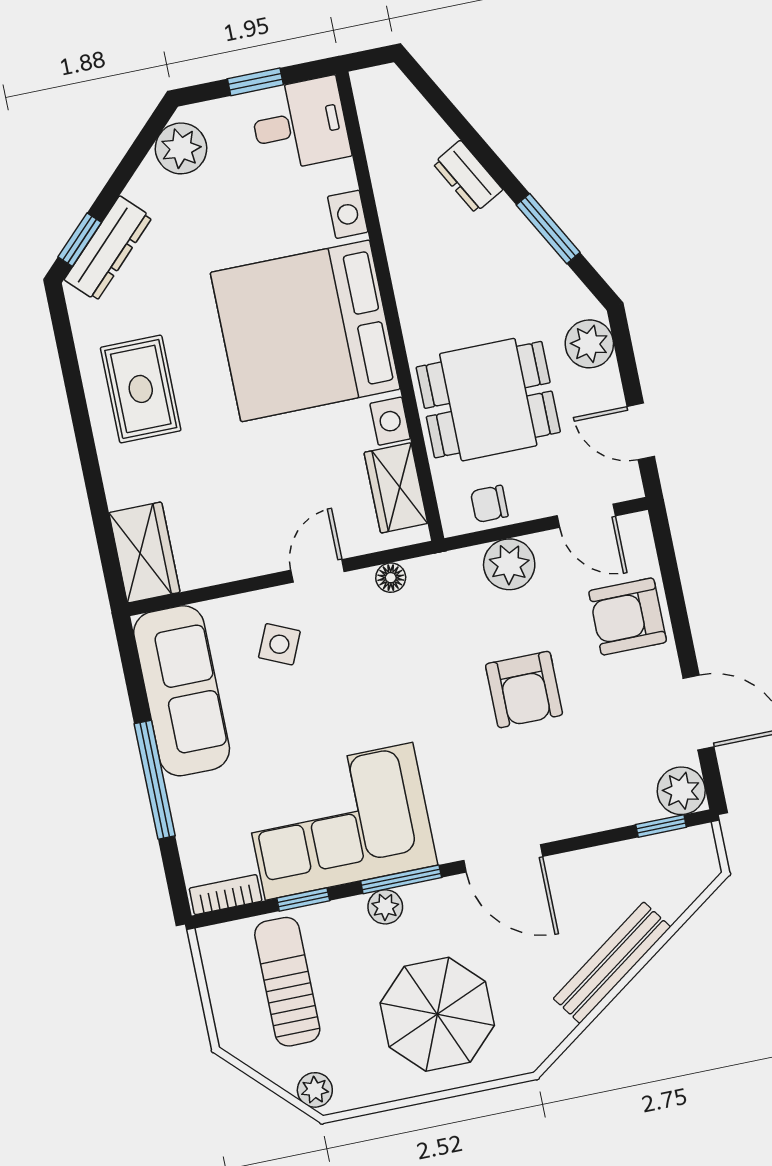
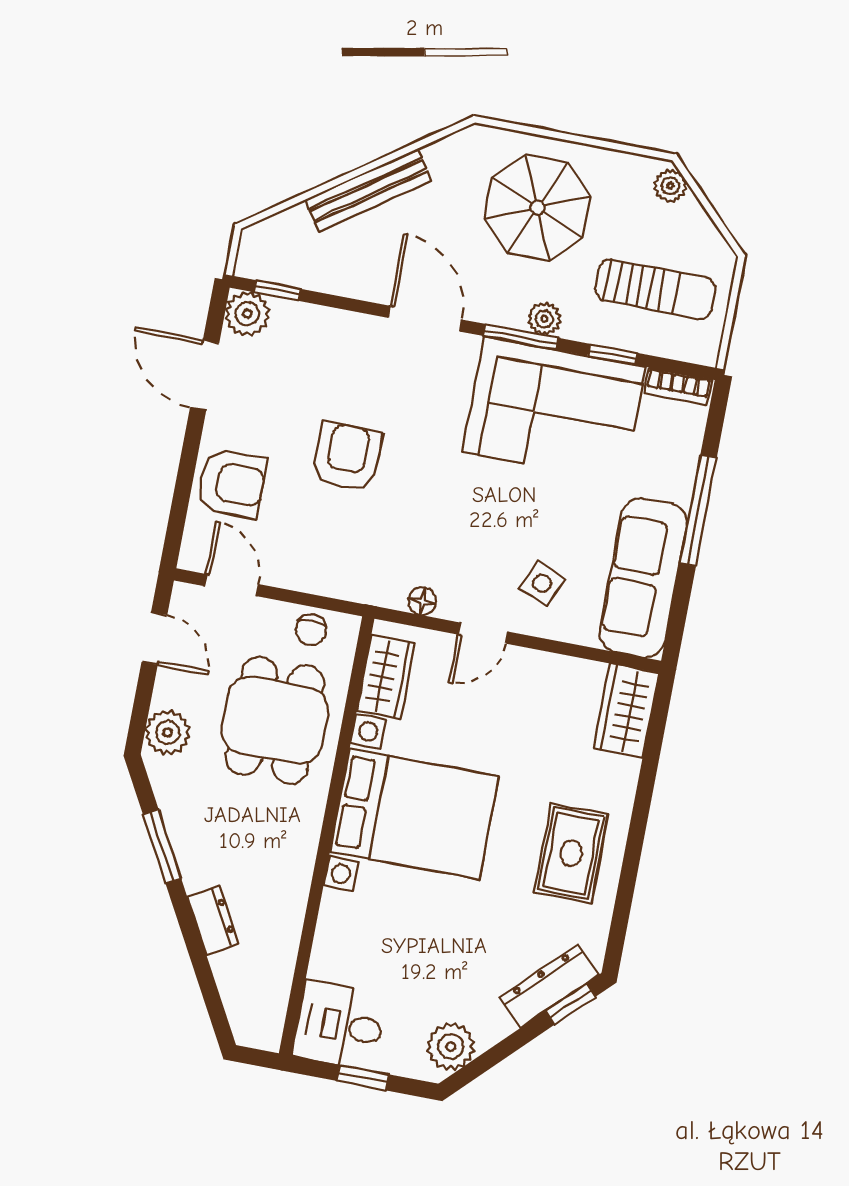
bed with nightstands: (305, 331) -> (414, 814), width x0.73
dining table: (488, 400) -> (275, 720), turned 90
chair: (489, 504) -> (311, 630), turned 90
plant: (509, 564) -> (315, 571), removed
sun lounger: (287, 982) -> (656, 289), turned -90

